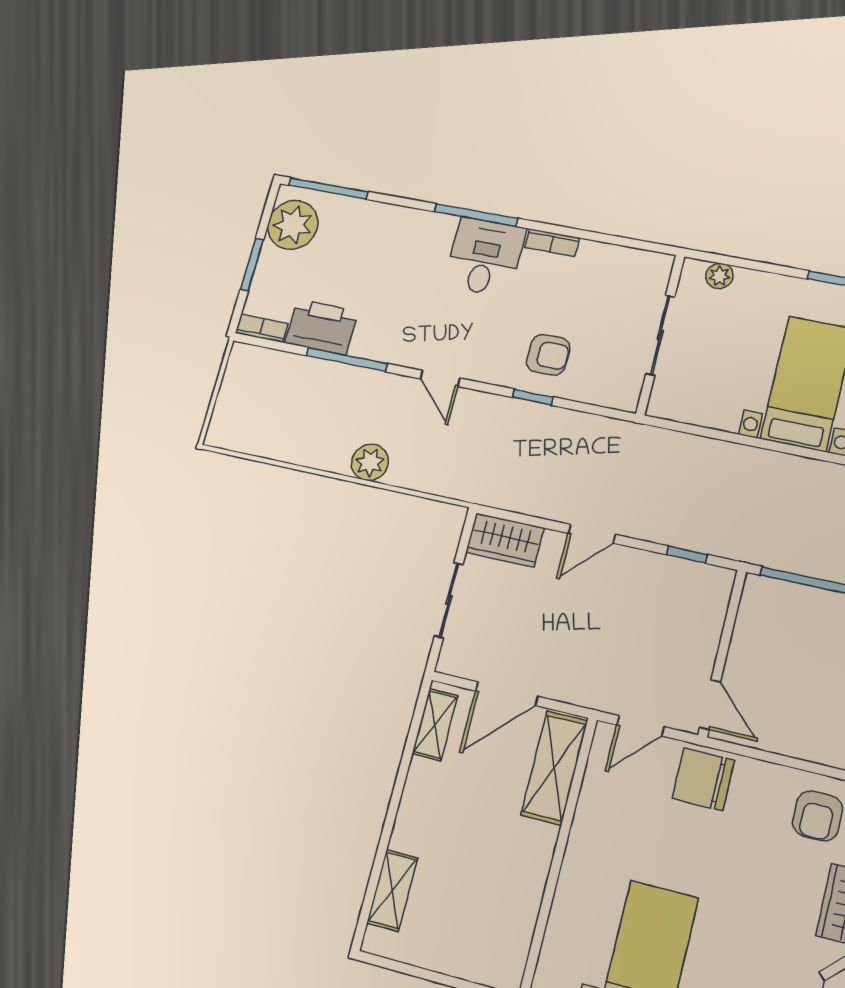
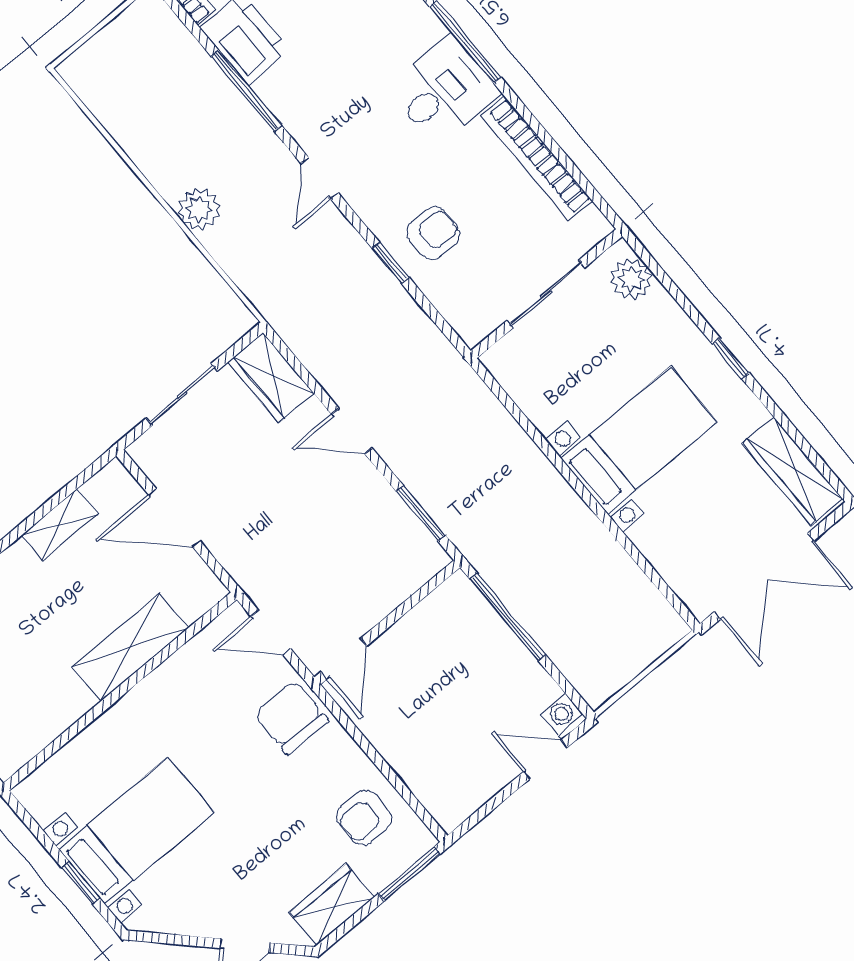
bookcase: (552, 243) -> (537, 159), width x2.31, depth x1.31
plant: (719, 276) -> (631, 279), width x1.38, depth x1.38
armchair: (548, 355) -> (433, 233), turned -90
window: (687, 555) -> (421, 513), width x1.50
shelving: (435, 725) -> (59, 525), moved
shelving: (554, 768) -> (130, 647), moved

